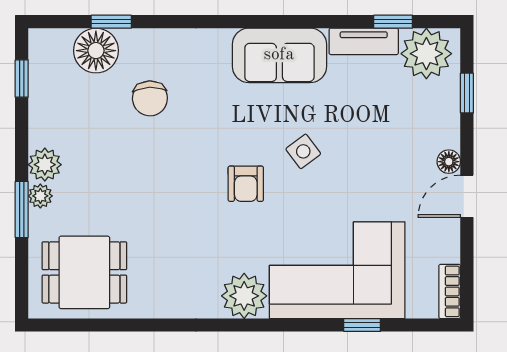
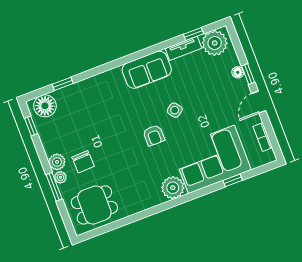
floor lamp: (96, 51) -> (45, 106), moved
window: (467, 93) -> (248, 74), moved
chair: (150, 98) -> (83, 162), moved
floor lamp: (449, 162) -> (238, 72), moved
bookcase: (450, 291) -> (263, 137), moved

